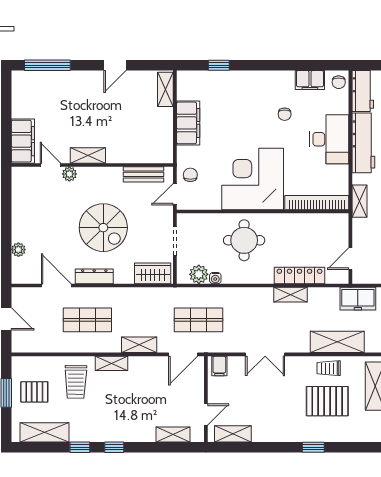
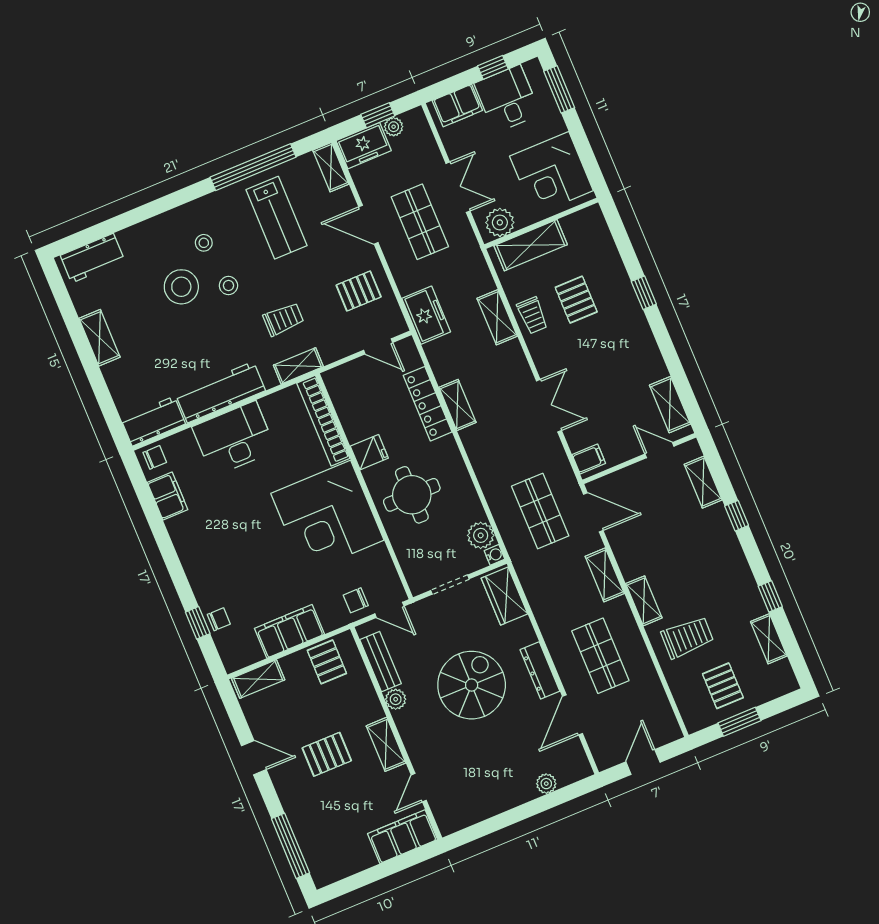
pallet: (97, 114) -> (327, 754), added
chair: (285, 114) -> (219, 619), moved
pallet: (158, 139) -> (327, 662), added
plant: (69, 174) -> (396, 699), moved
fridge: (284, 224) -> (369, 452), added
water cooler: (215, 278) -> (495, 555), moved
shelving: (337, 342) -> (497, 317), width x0.67, depth x0.75
pallet: (327, 401) -> (576, 300), width x0.67, depth x0.71
shelving: (44, 432) -> (769, 639), width x0.67, depth x0.75
window: (114, 447) -> (737, 516), moved

